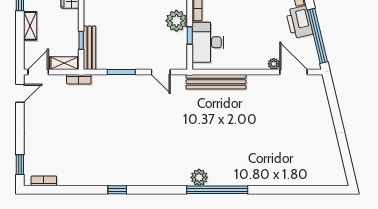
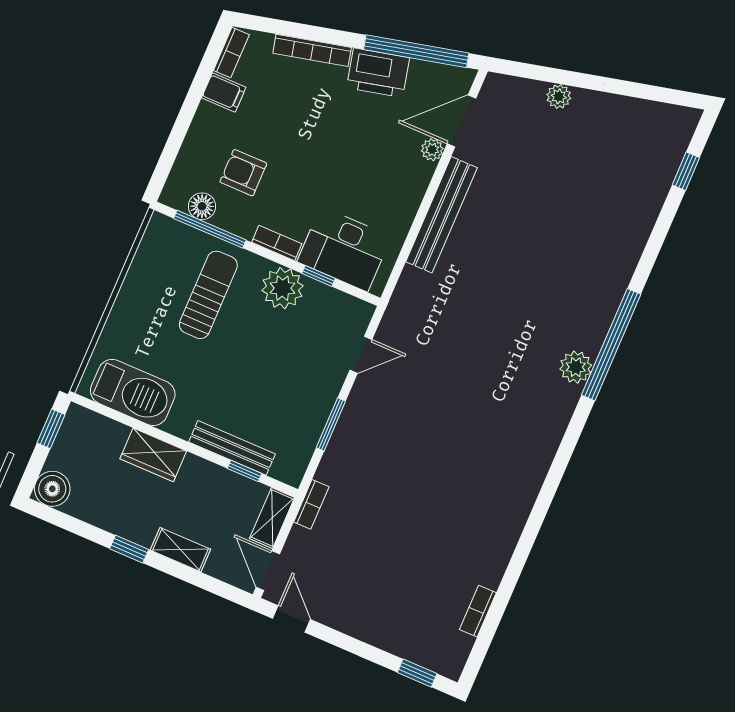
bench: (90, 48) -> (232, 448), moved
bench: (216, 82) -> (441, 215), moved
plant: (325, 114) -> (559, 96), added
bookcase: (44, 181) -> (478, 611), moved
window: (117, 190) -> (686, 171), moved

